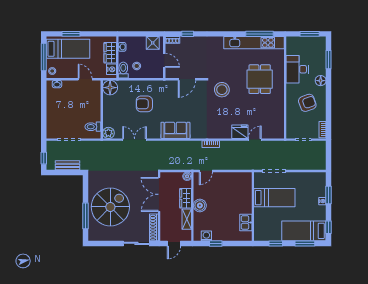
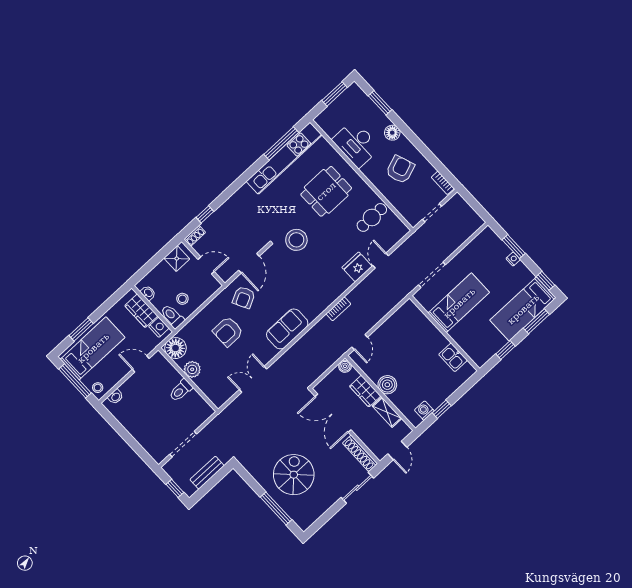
dining table: (260, 79) -> (326, 191), turned 90
armchair: (168, 94) -> (244, 297), added
cafe table: (270, 114) -> (372, 217), added
toilet: (93, 127) -> (181, 390), moved
plant: (108, 133) -> (192, 369), moved
spiral stairs: (110, 207) -> (294, 475), width x0.73, depth x0.73

